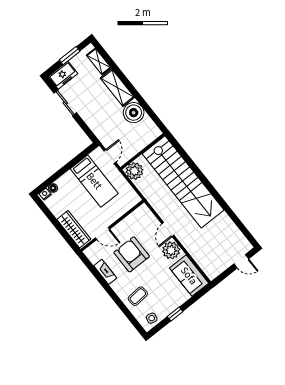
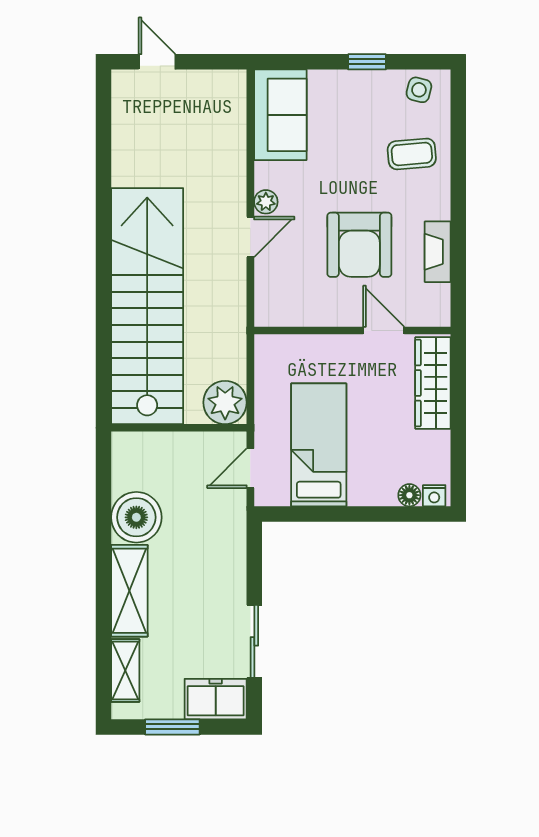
plant: (171, 250) -> (266, 202), width x0.53, depth x0.53

